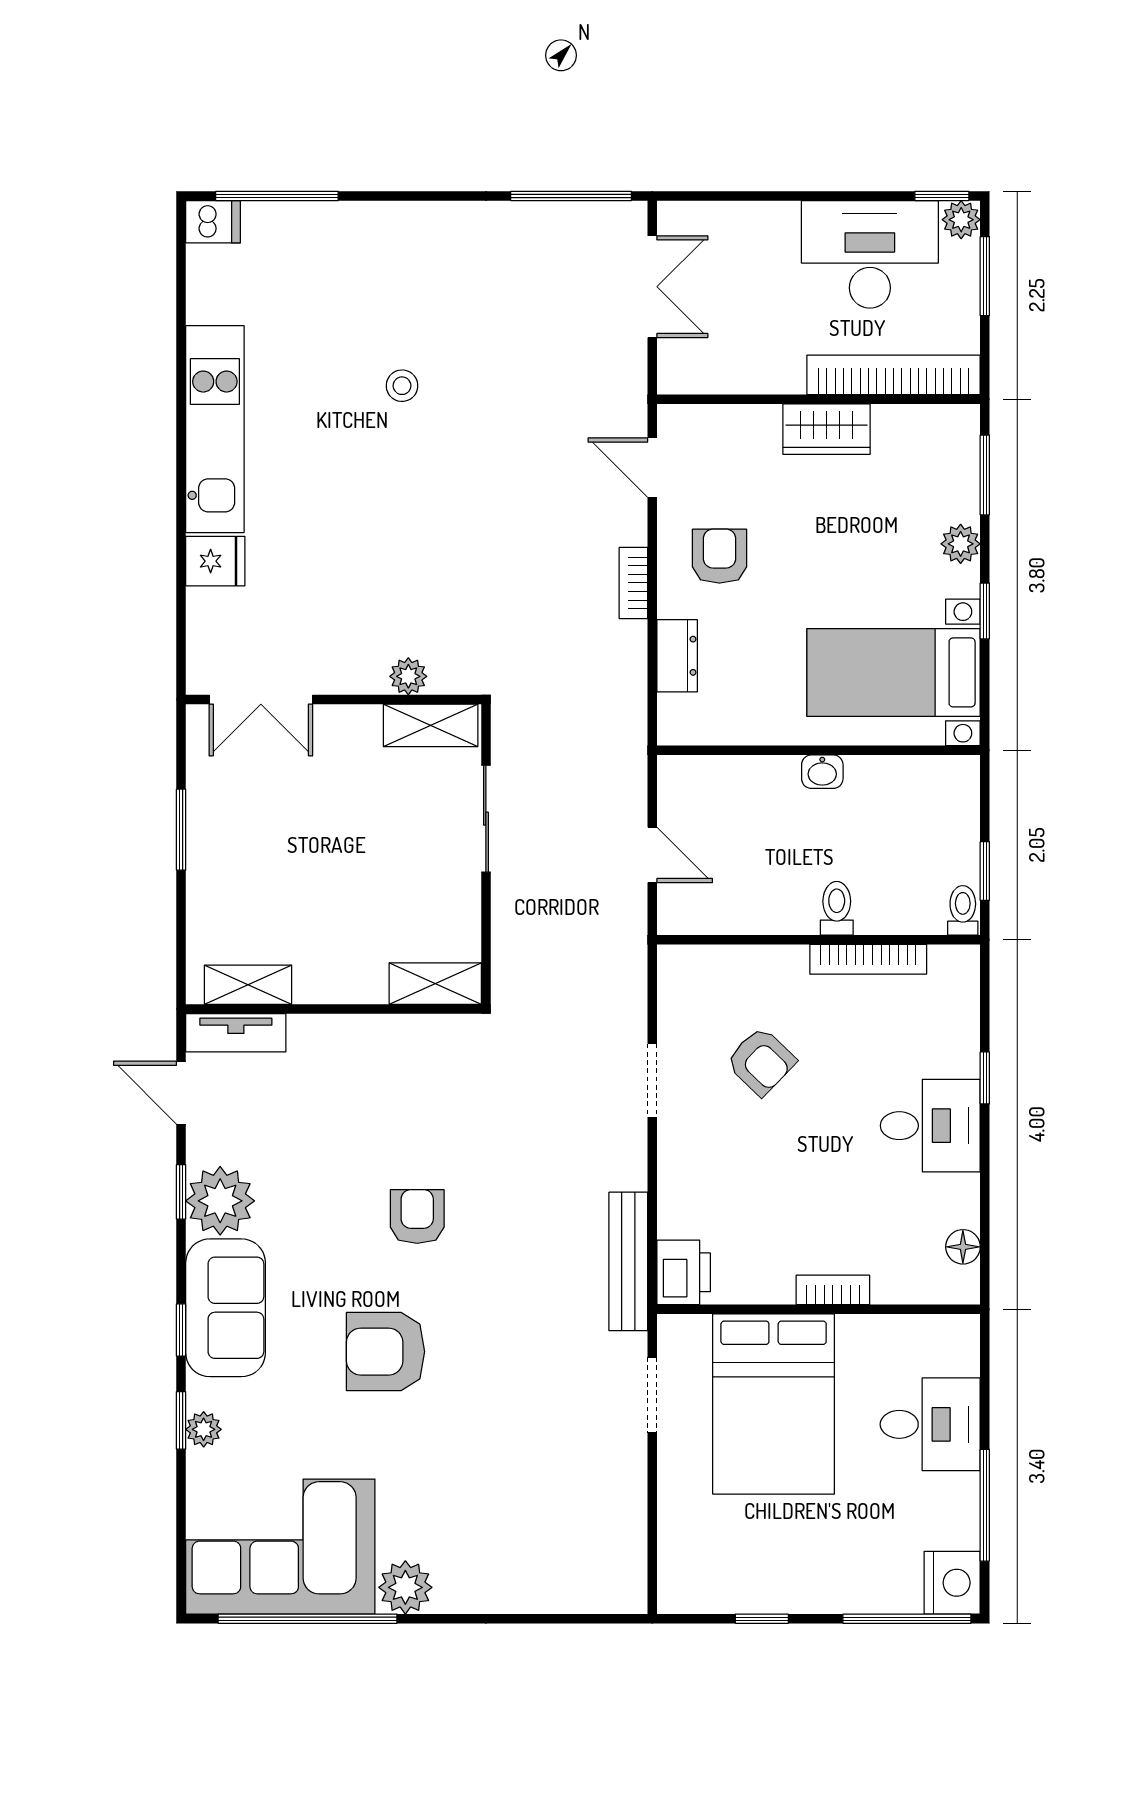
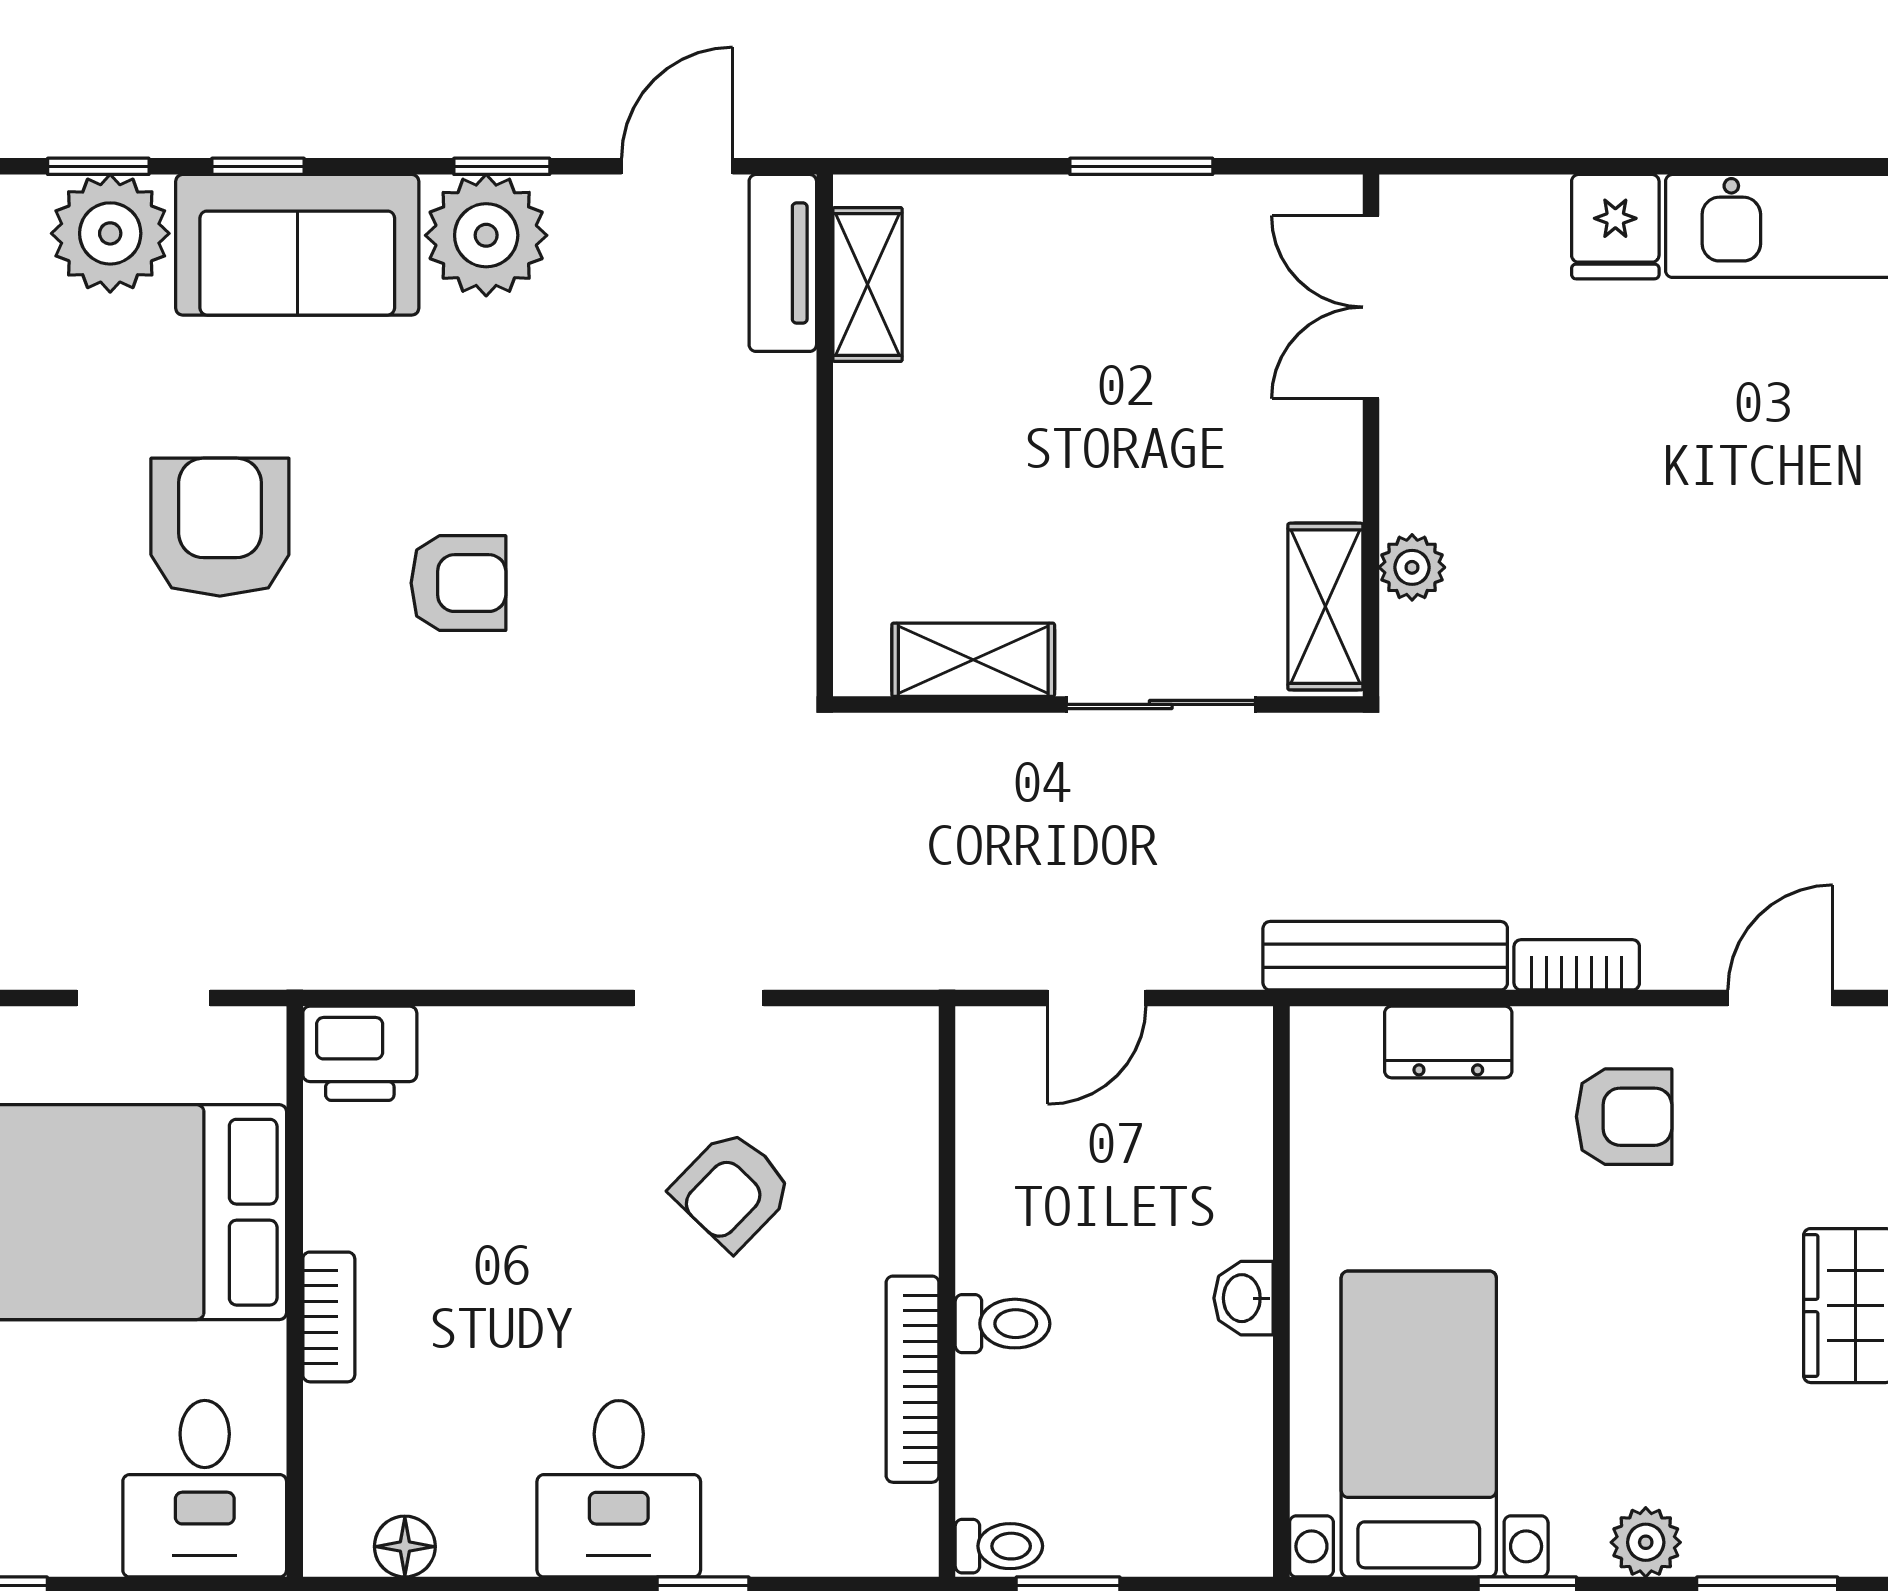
shelving: (435, 984) -> (973, 660), moved, turned 90
bench: (628, 1261) -> (1385, 956), moved
desk: (930, 1424) -> (205, 1489), moved
plant: (204, 1429) -> (110, 233), width x1.88, depth x1.88

